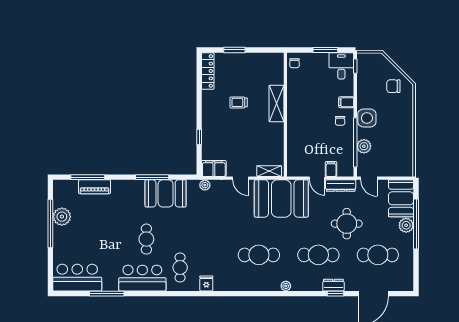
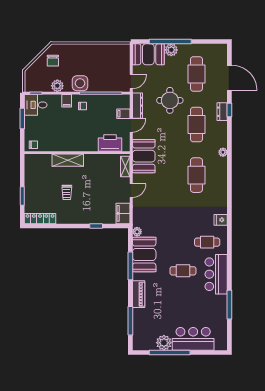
plant: (364, 146) -> (57, 86), moved
printer: (297, 153) -> (110, 143), added
plant: (205, 185) -> (137, 232), moved
piano: (95, 187) -> (139, 294), moved
booth: (281, 198) -> (144, 156), width x0.73, depth x0.70
bar counter: (77, 278) -> (193, 339), moved, turned 90

